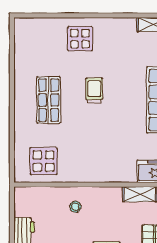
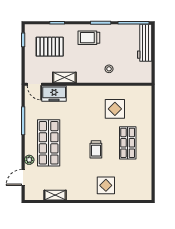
display table: (44, 161) -> (115, 109), moved

